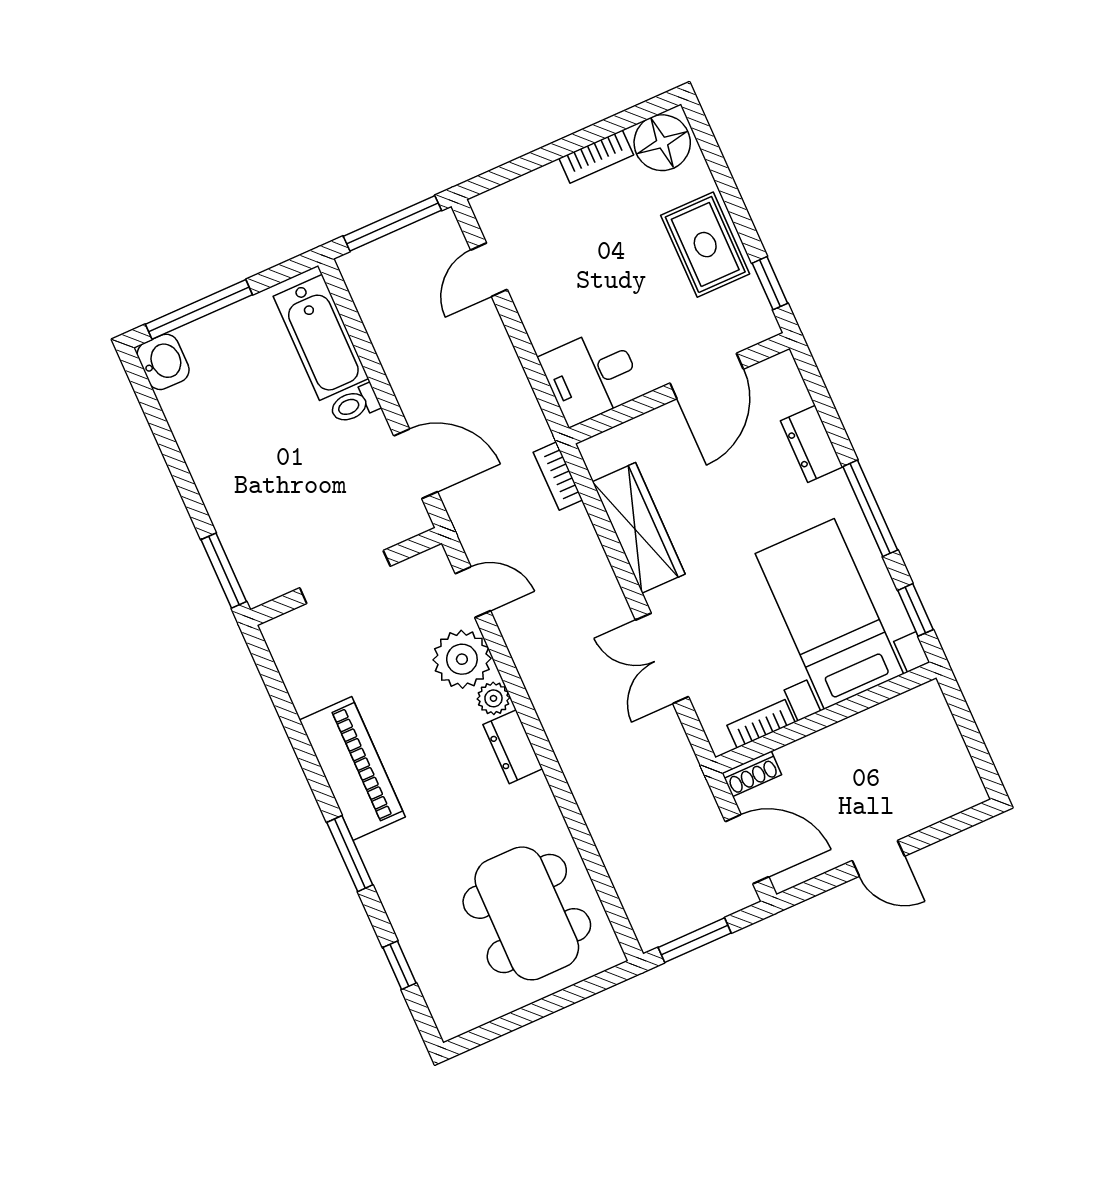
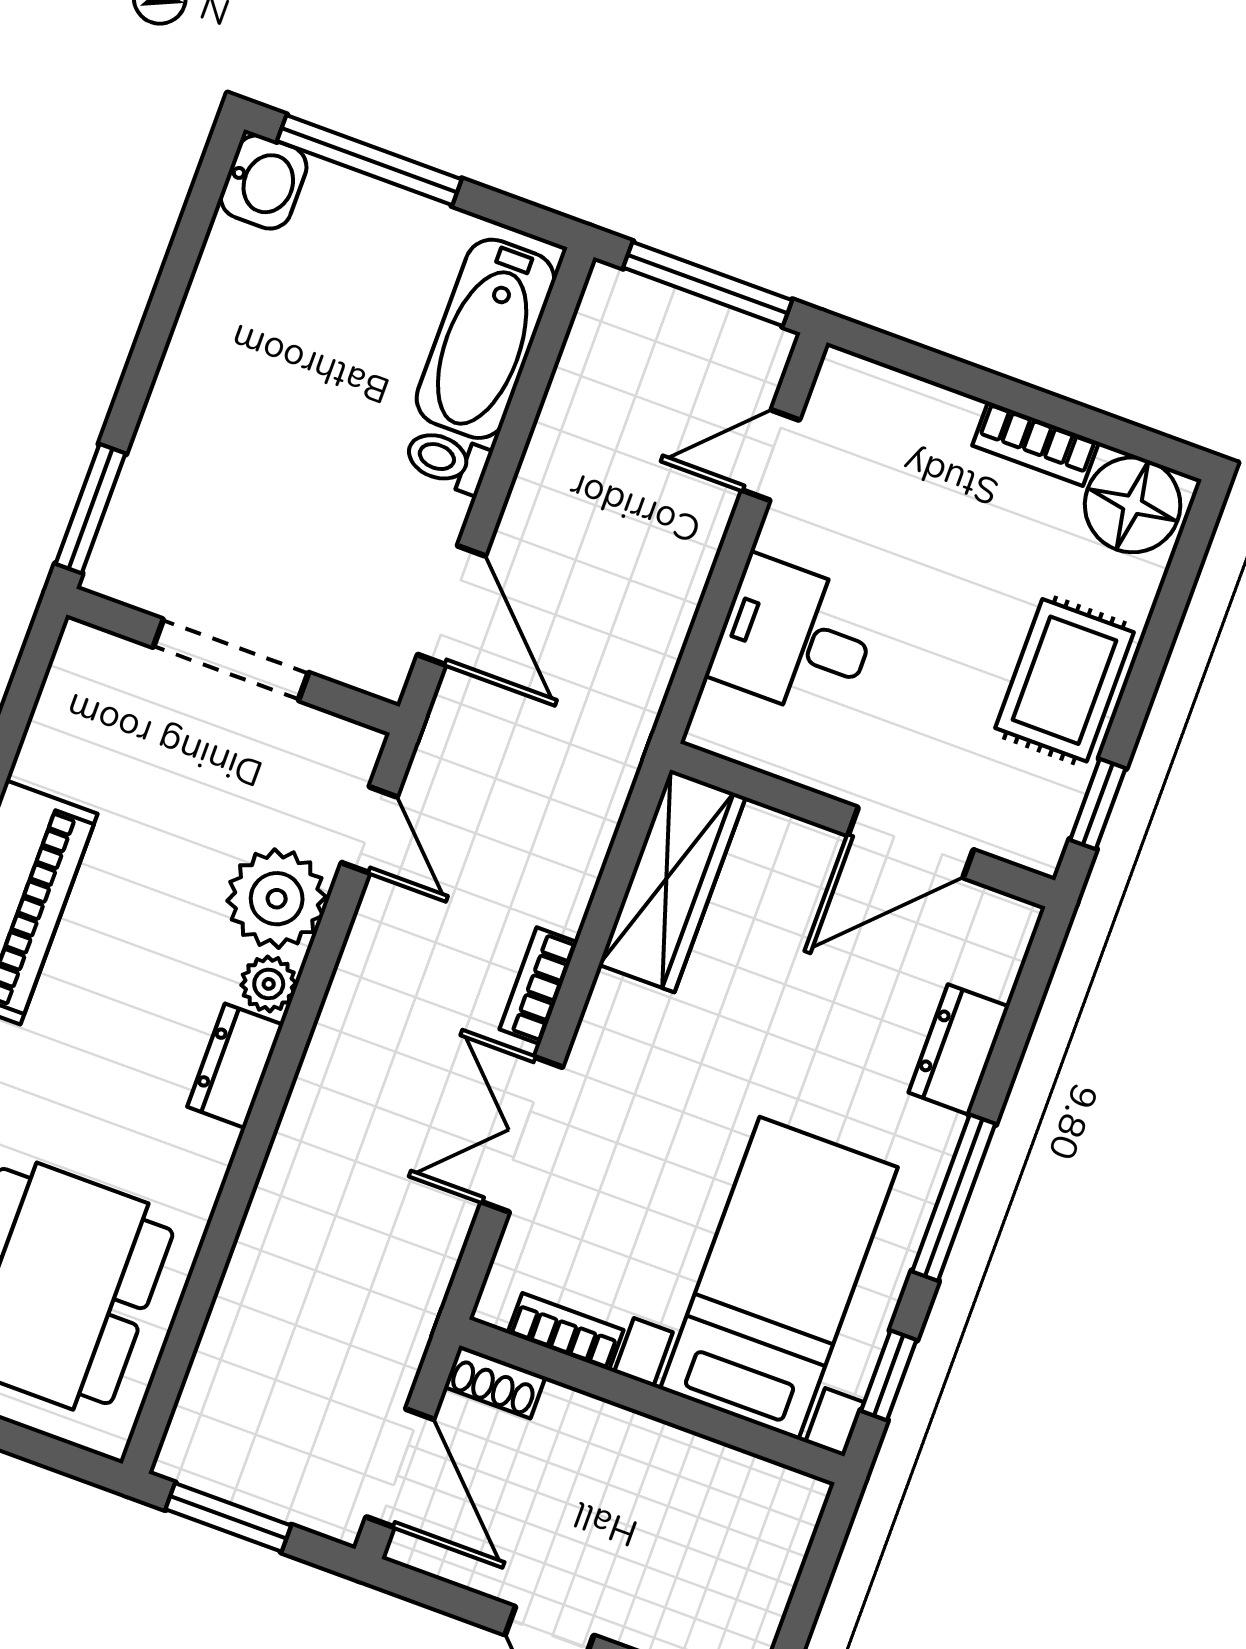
desk: (591, 376) -> (795, 638), moved
bookcase: (558, 476) -> (538, 986), moved
wardrobe: (639, 528) -> (672, 881), moved

